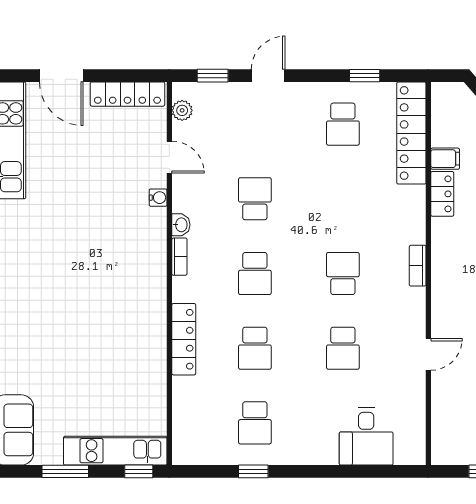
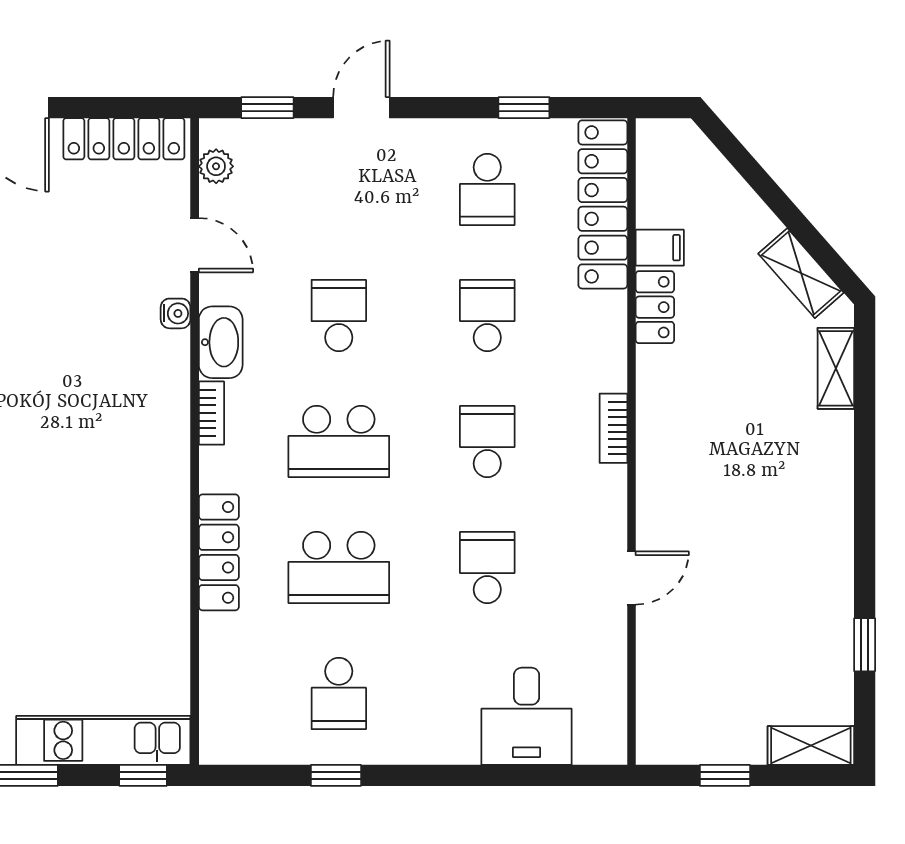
school desk: (343, 199) -> (487, 315), added
washbasin: (181, 225) -> (221, 342), width x1.91, depth x1.45
school desk: (255, 274) -> (339, 441), width x1.85
school desk: (255, 348) -> (339, 567), width x1.85
school desk: (343, 348) -> (487, 567), turned 180

